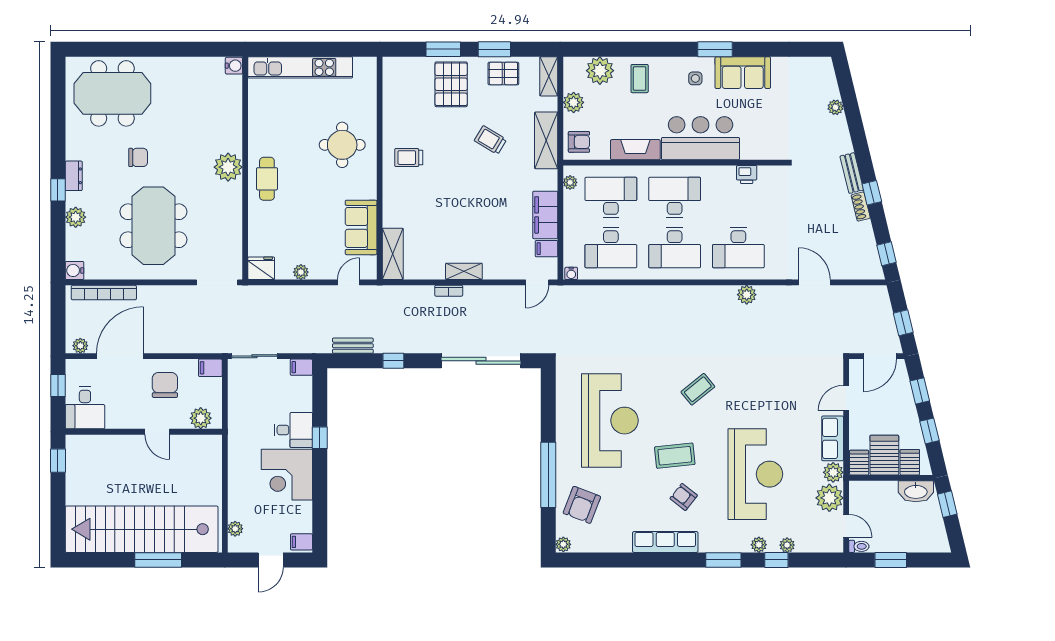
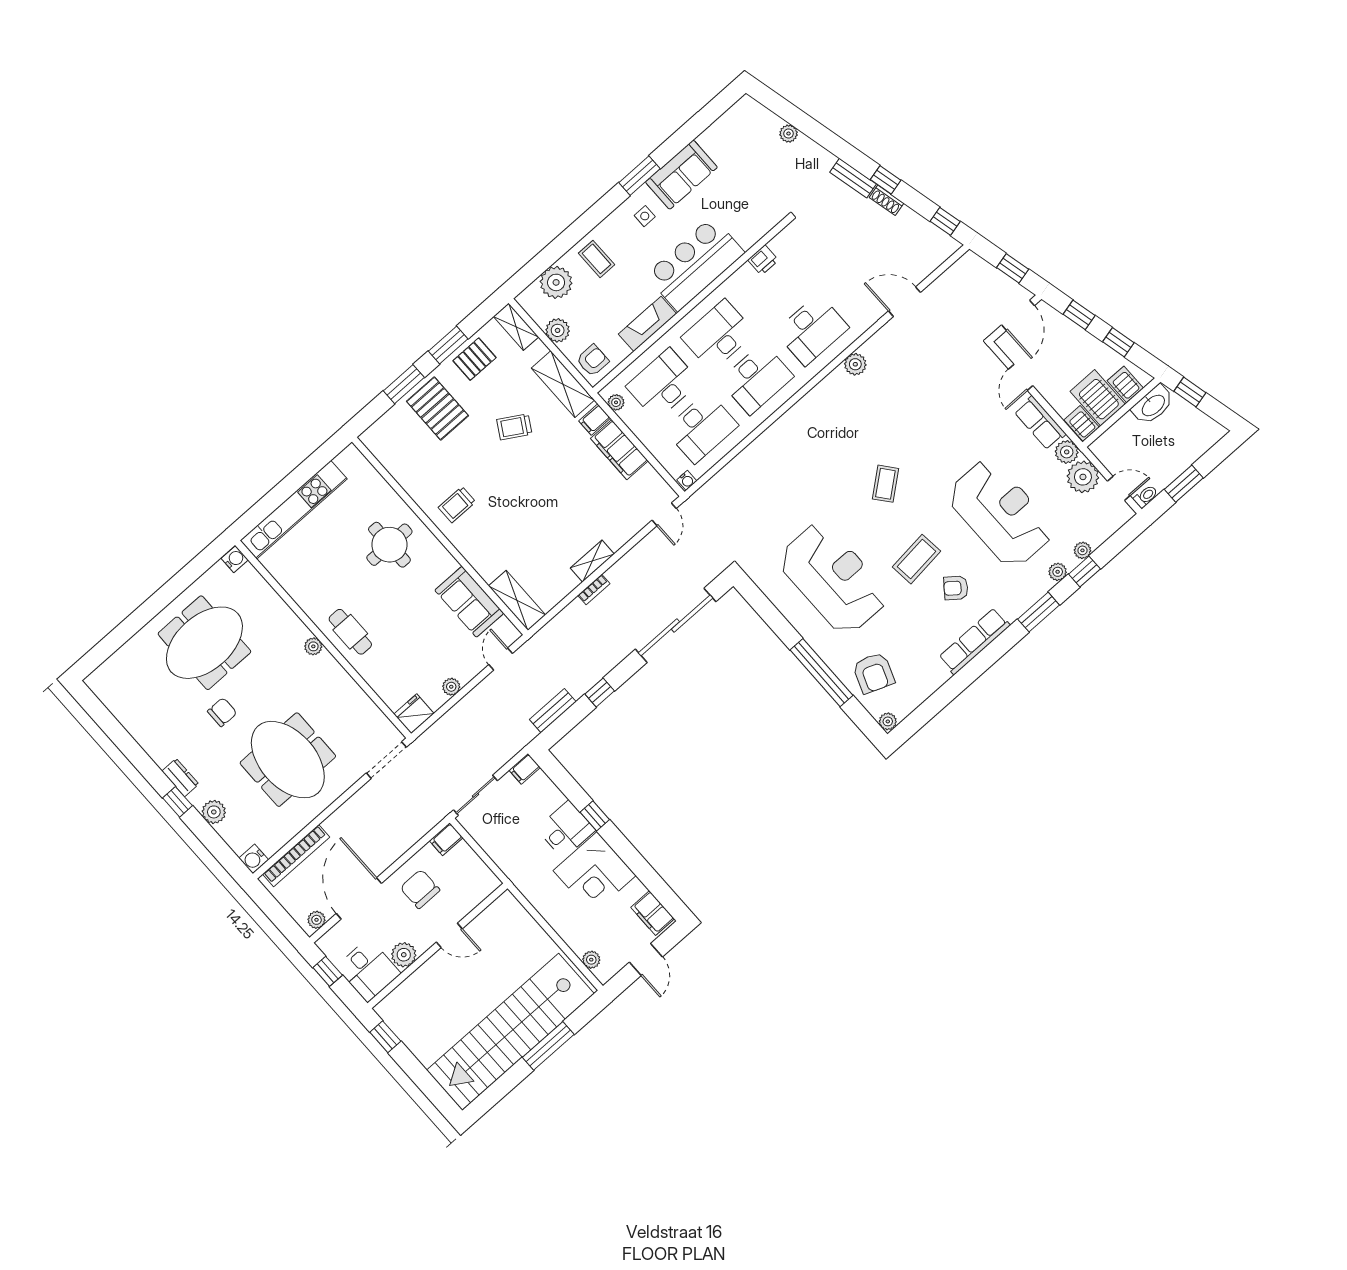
meeting table: (112, 93) -> (204, 643), moved
plant: (228, 167) -> (313, 646), width x0.53, depth x0.53
filing cabinet: (546, 249) -> (595, 420), moved
plant: (201, 418) -> (404, 955), moved
filing cabinet: (301, 542) -> (653, 913), width x2.00

